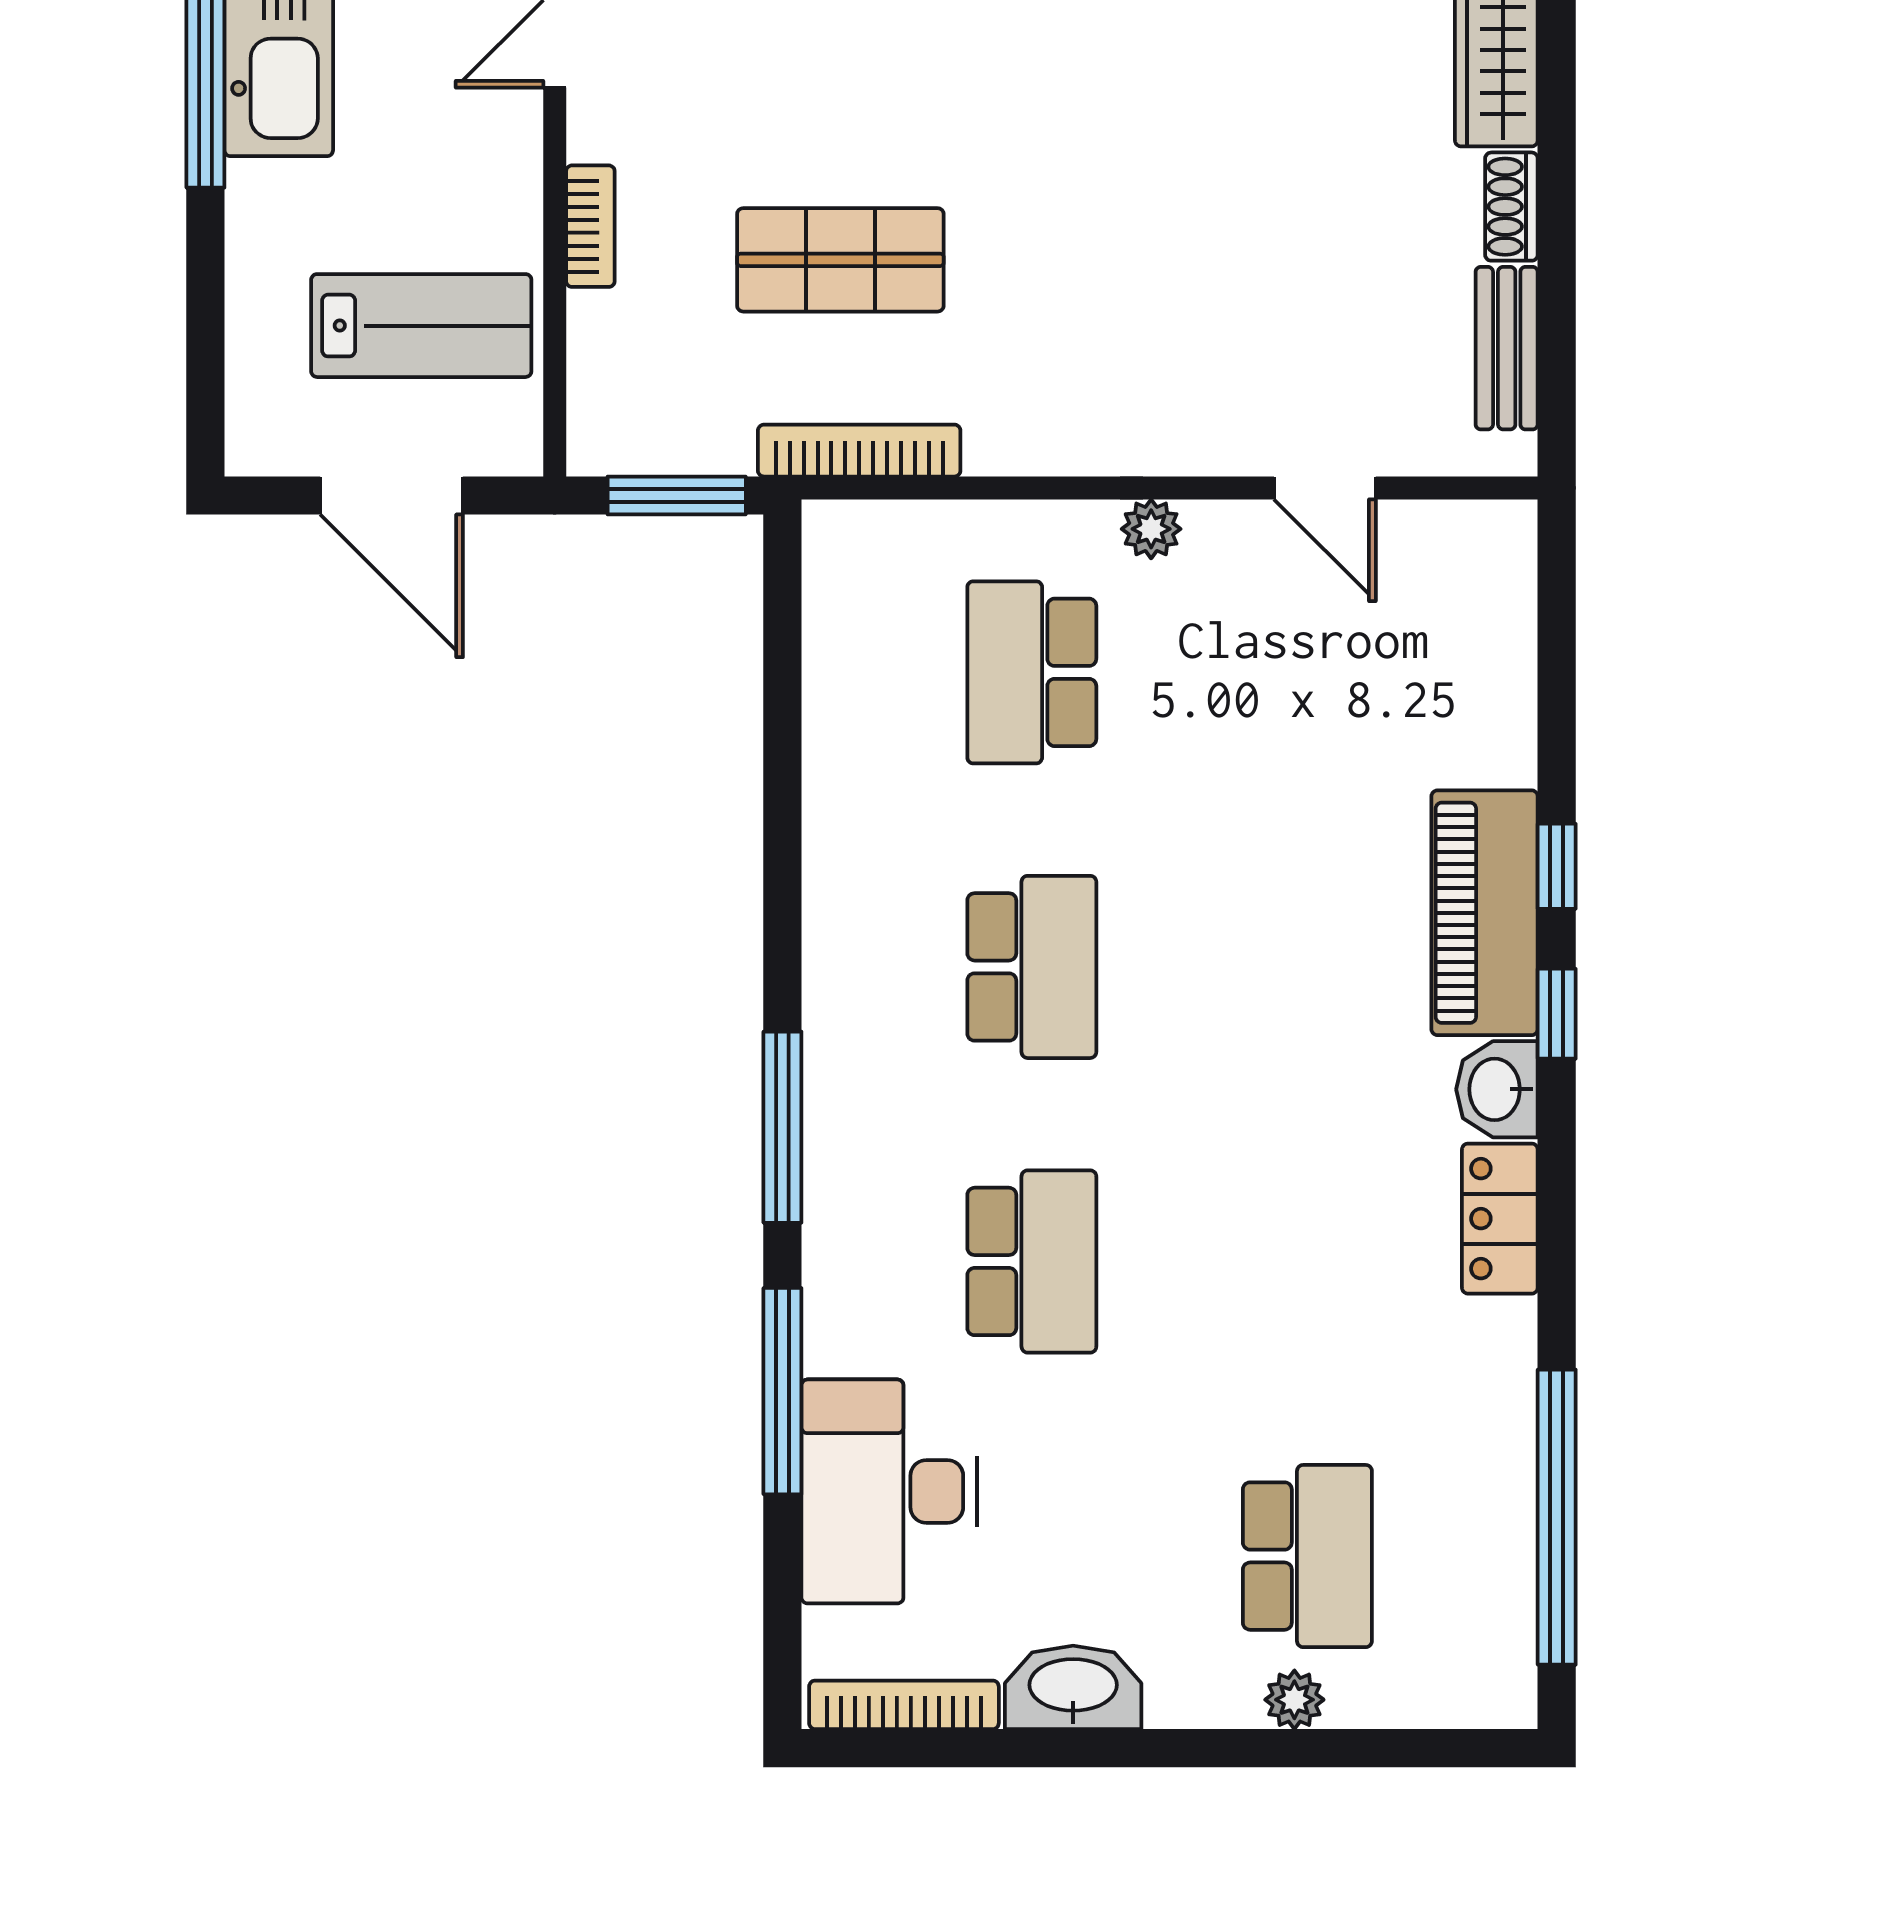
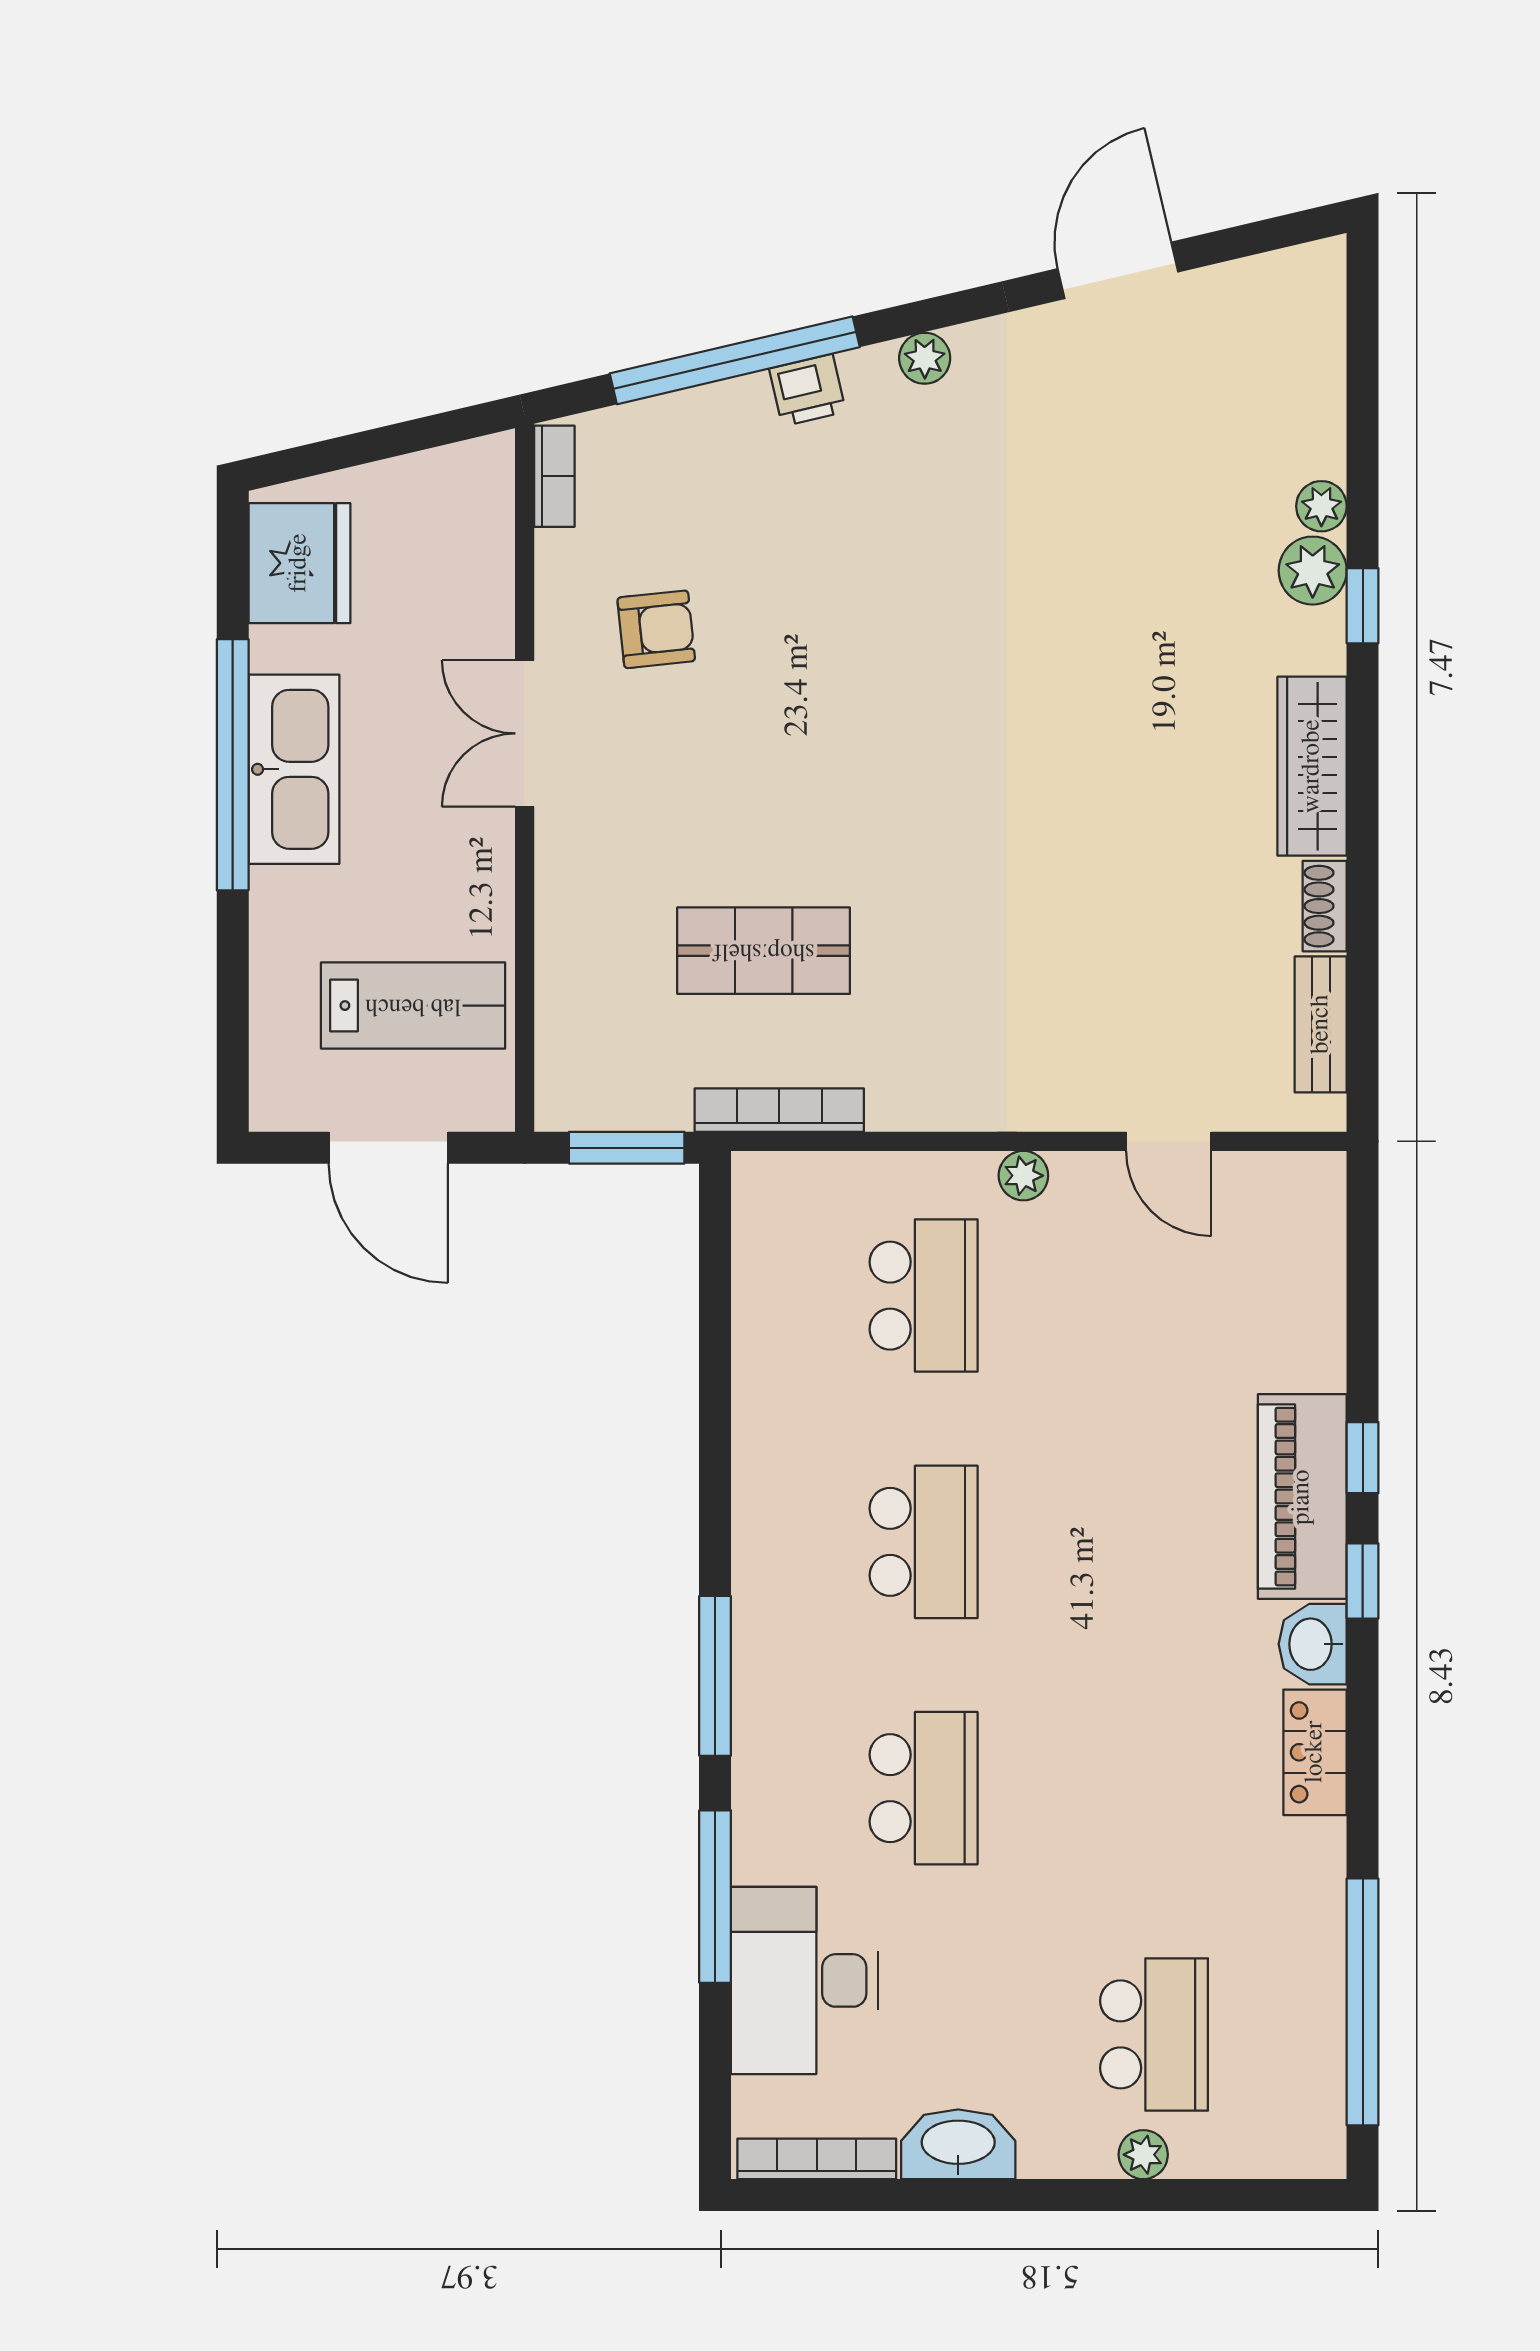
bookcase: (590, 226) -> (554, 922), removed
school desk: (1032, 672) -> (924, 1296), turned 180

